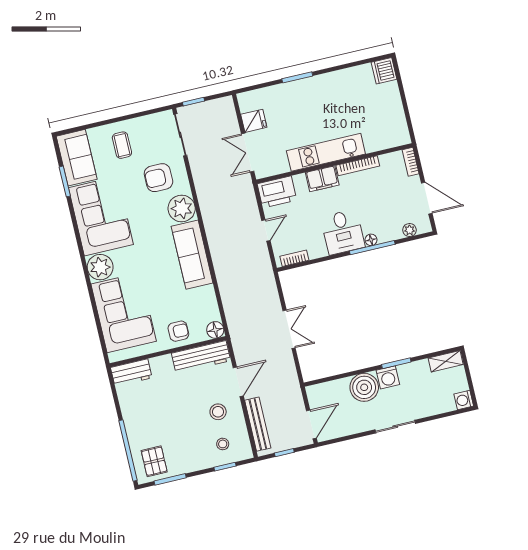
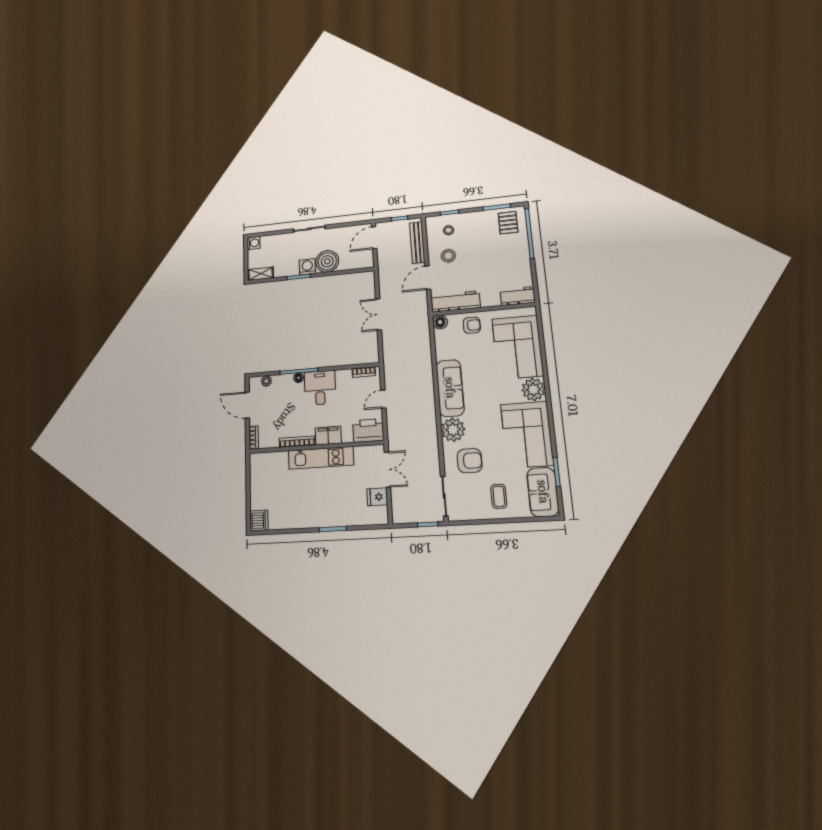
armchair: (178, 331) -> (472, 325), turned 180

